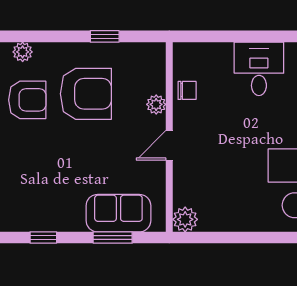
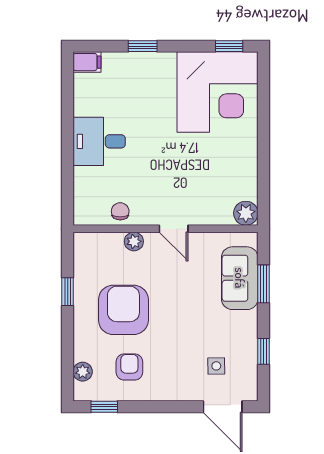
armchair: (27, 100) -> (129, 367), width x0.72, depth x0.72
side table: (28, 189) -> (216, 366), added

